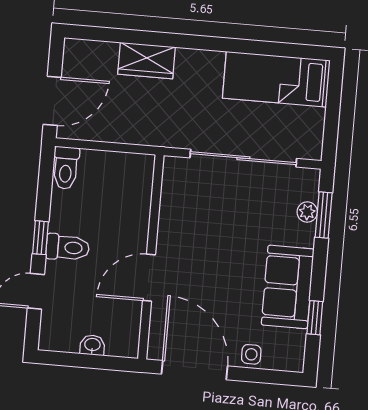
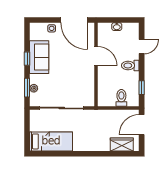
wardrobe: (147, 60) -> (122, 144), moved
toilet: (66, 168) -> (121, 98), moved
window: (40, 238) -> (142, 88), moved
door: (149, 278) -> (96, 56), hinge flipped
window: (315, 318) -> (27, 59), moved

